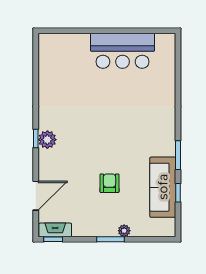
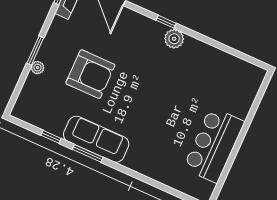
plant: (47, 140) -> (174, 39), moved
armchair: (109, 183) -> (90, 74), width x1.88, depth x1.88
sofa: (163, 187) -> (96, 139), moved

